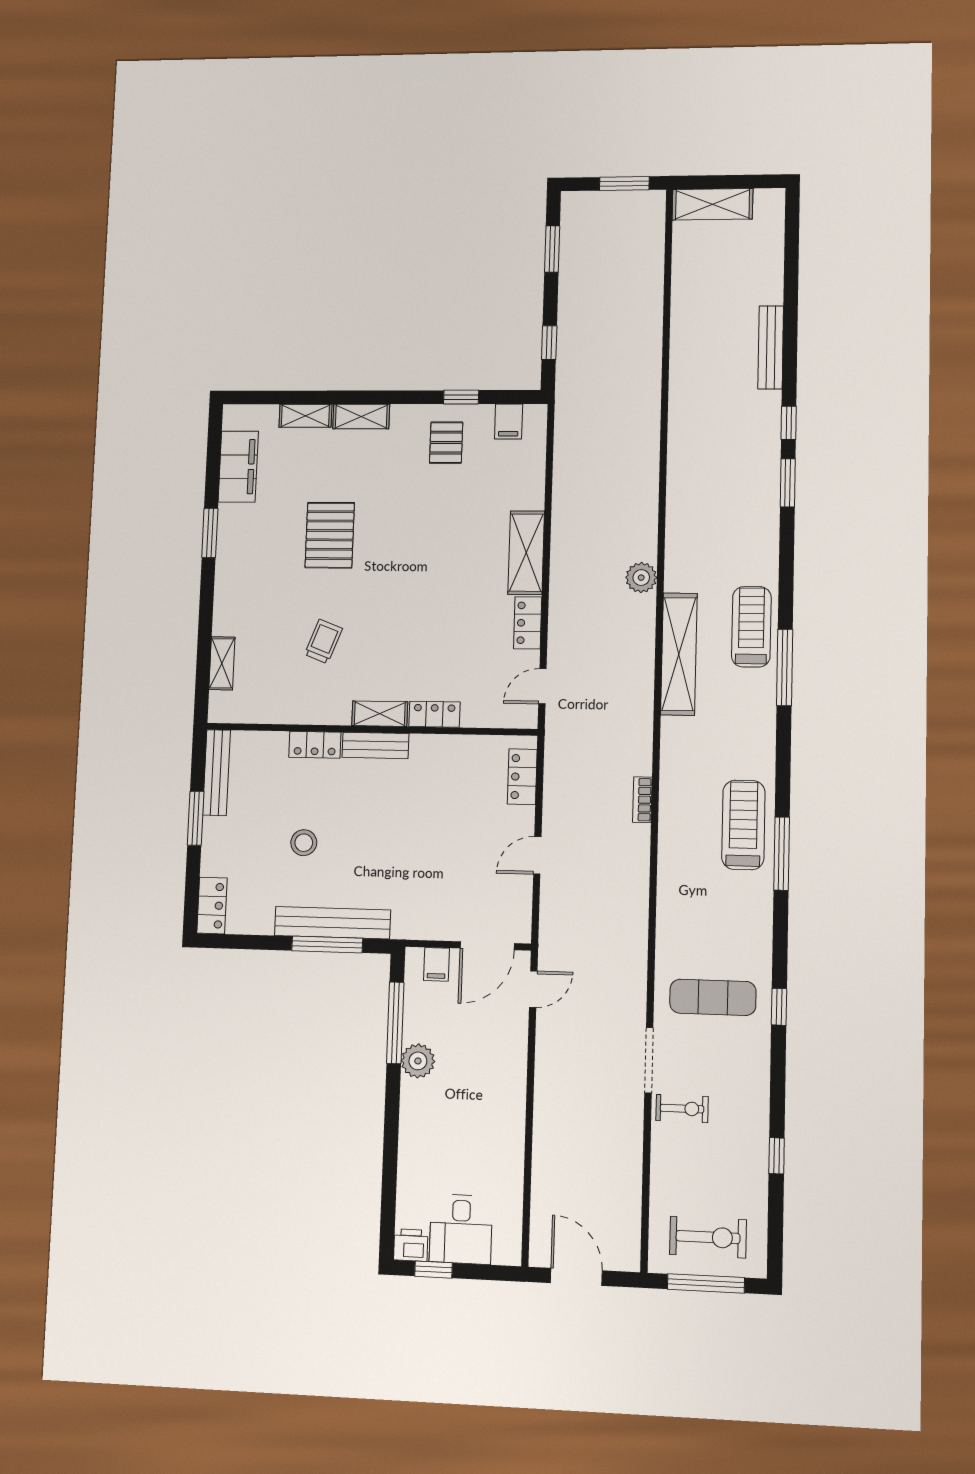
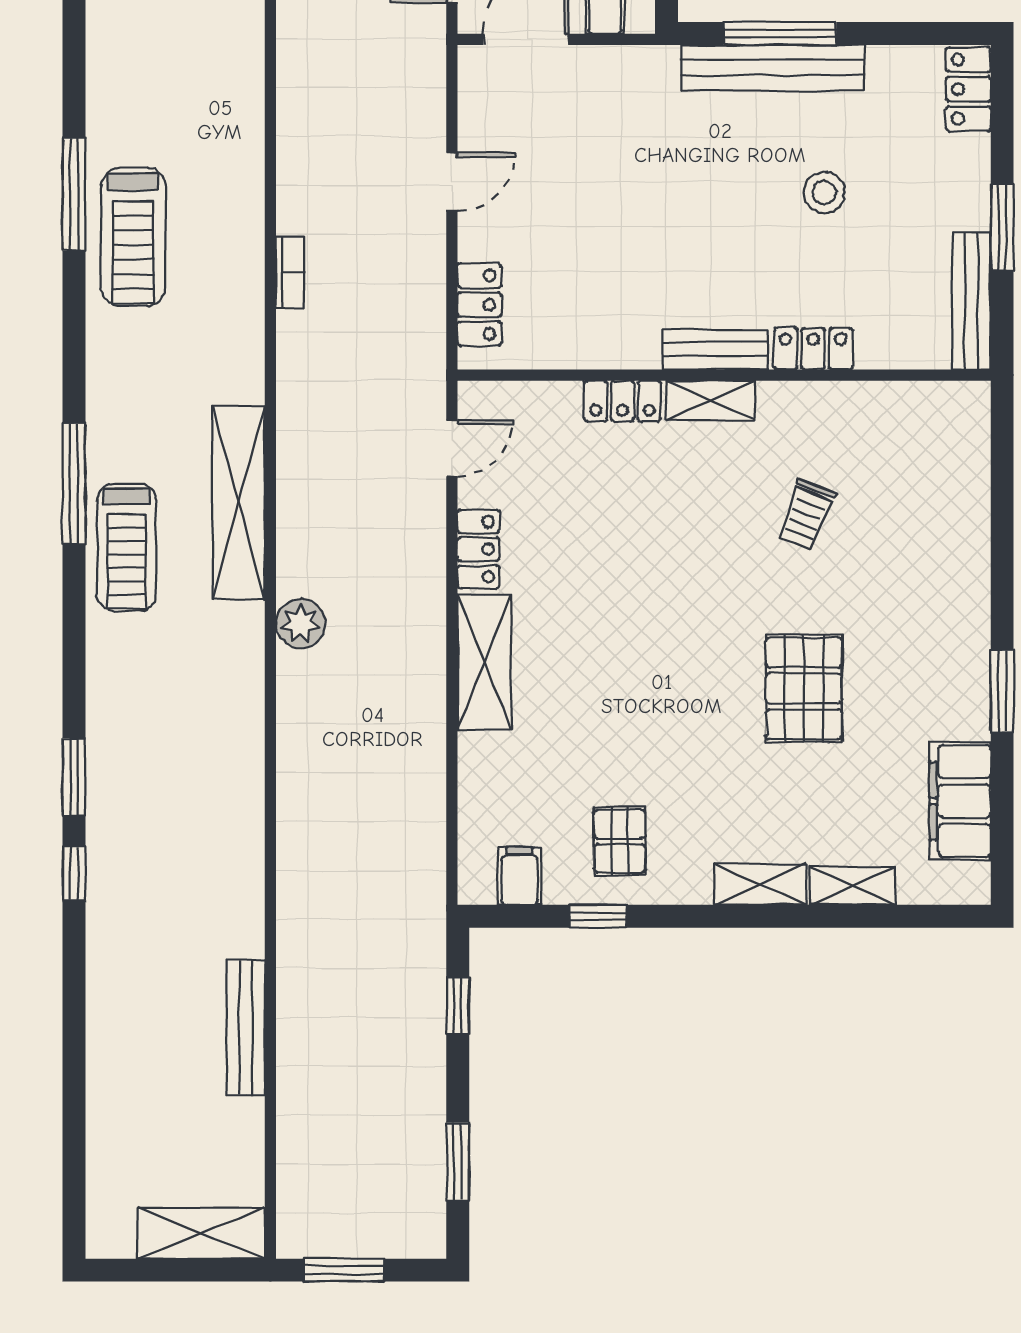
bench: (771, 347) -> (246, 1028), moved
shelving: (222, 663) -> (971, 477), removed

